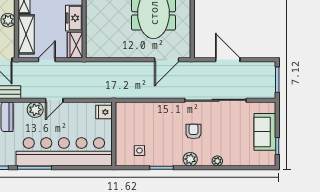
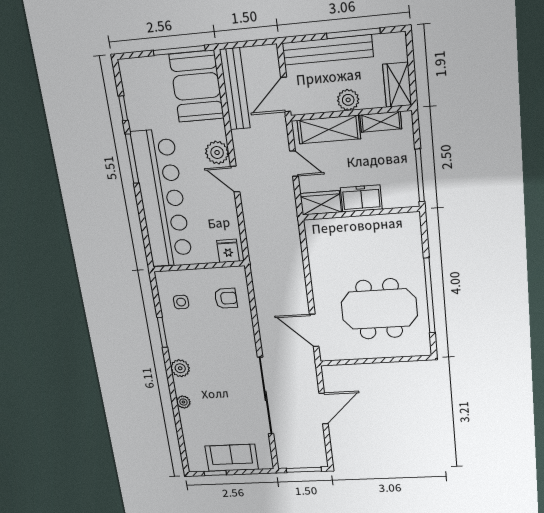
armchair: (194, 131) -> (226, 298), moved

